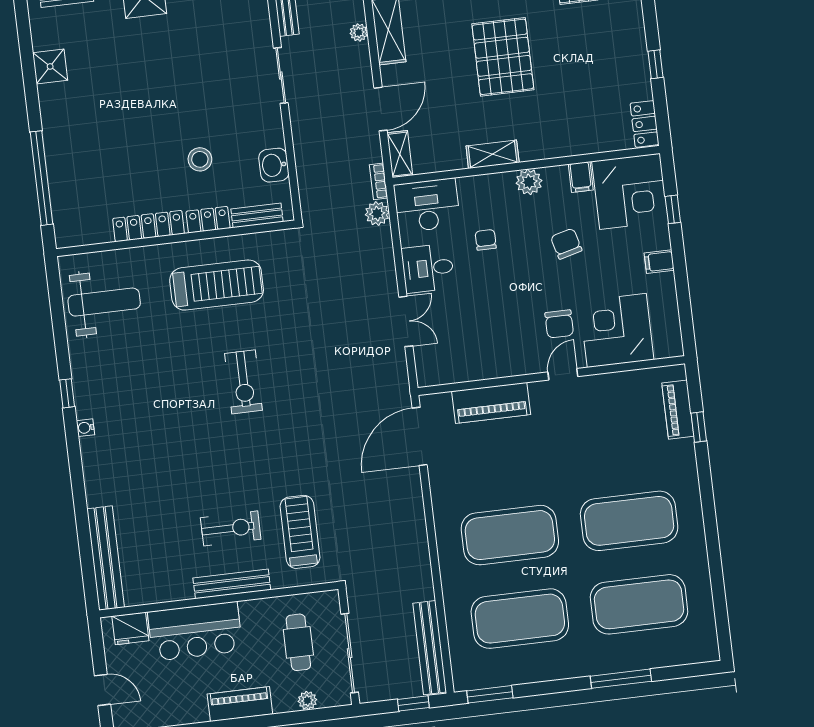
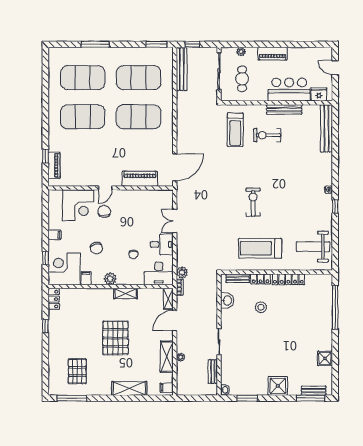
bench: (232, 584) -> (284, 109), moved

